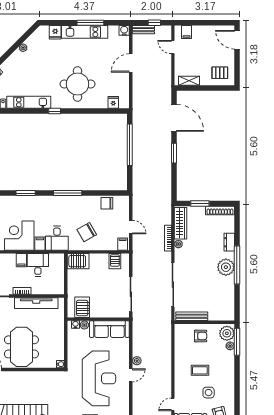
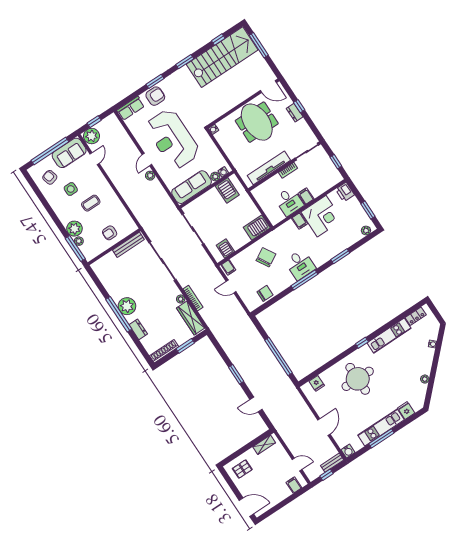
door: (174, 118) -> (256, 404), width x0.53
desk: (57, 238) -> (300, 265), moved, turned 180
plant: (227, 333) -> (74, 229), moved

